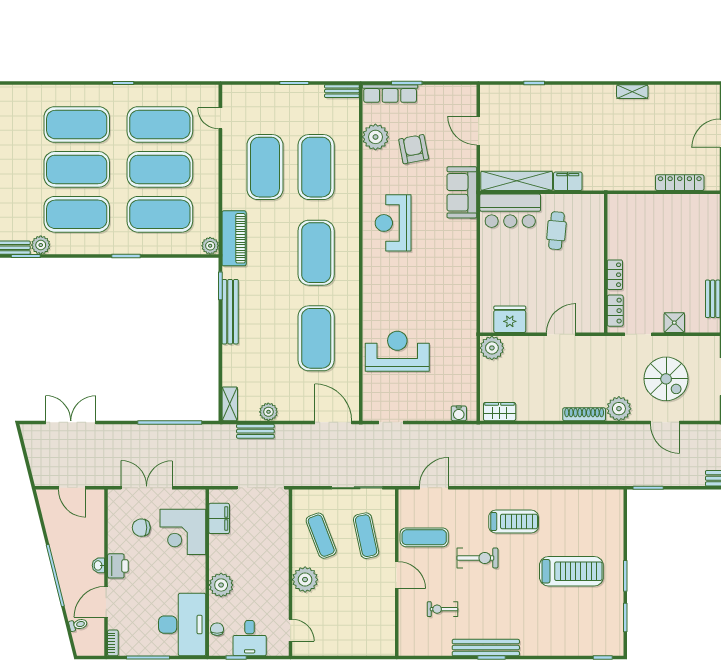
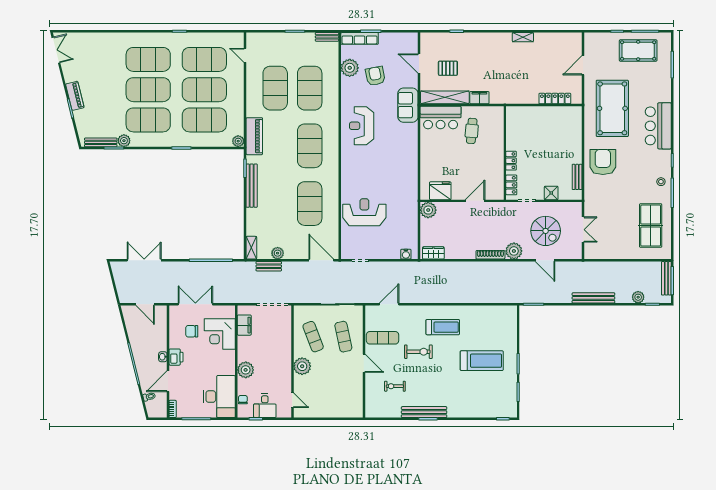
pallet: (521, 138) -> (448, 68), added

